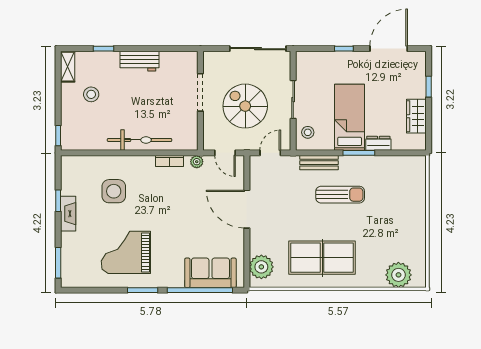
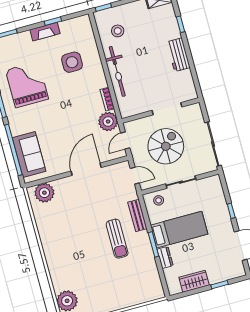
stool: (91, 94) -> (118, 31), moved
plant: (197, 162) -> (108, 122), width x1.87, depth x1.87
table tennis table: (322, 258) -> (64, 238), removed

